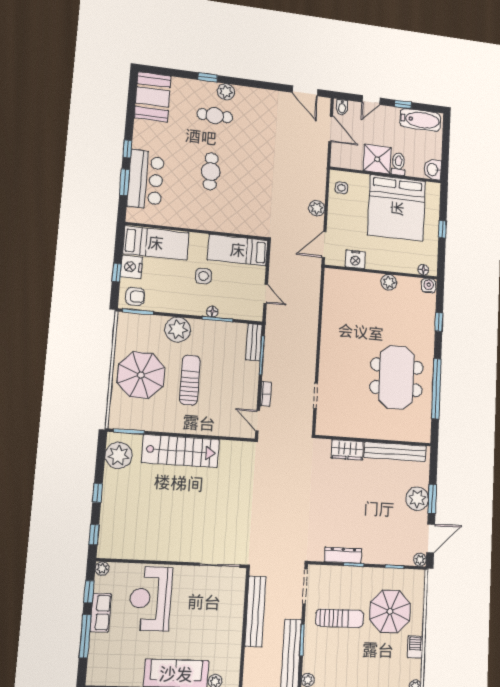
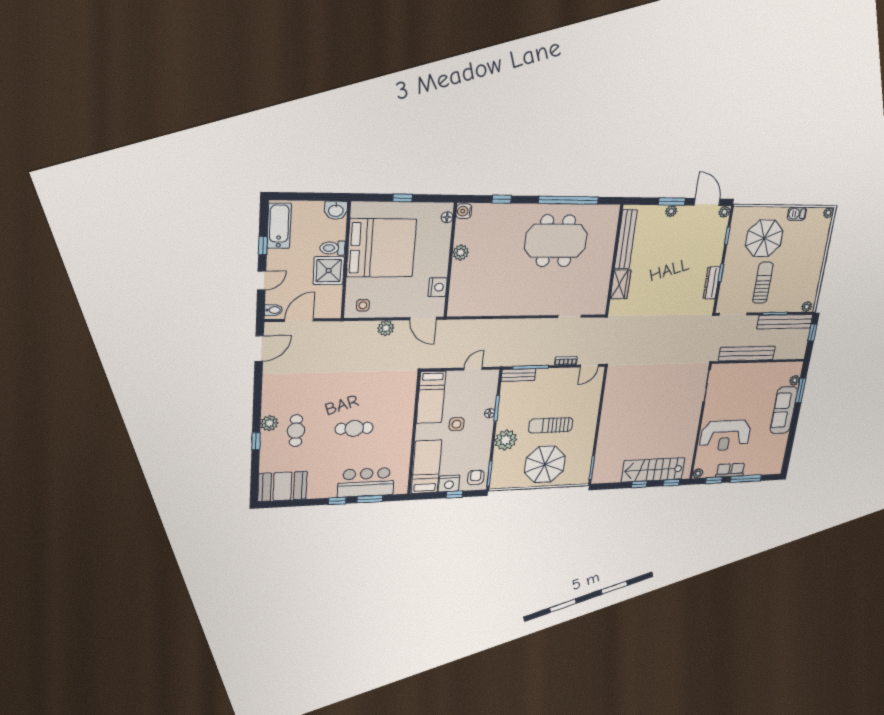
door: (371, 100) -> (262, 280), hinge flipped
stairs: (181, 451) -> (653, 470), moved, turned -90
plant: (119, 455) -> (611, 473), removed
plant: (417, 499) -> (671, 211), width x0.53, depth x0.53

